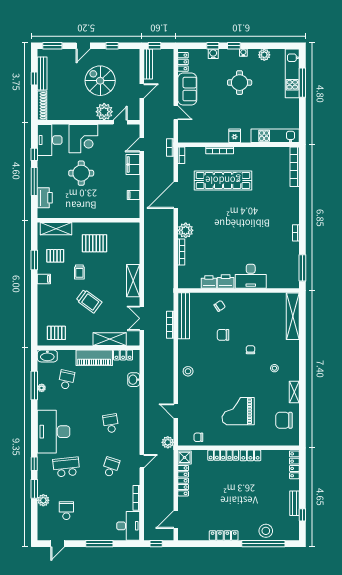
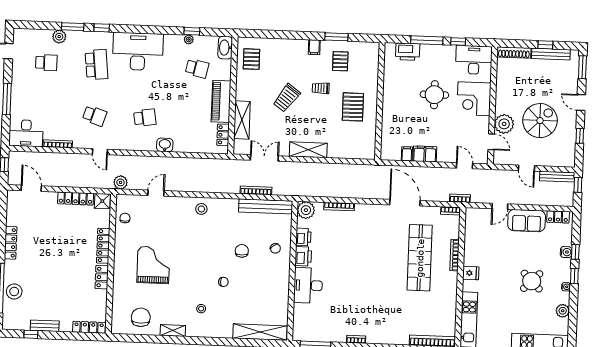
round table: (240, 83) -> (532, 281), turned 45
filing cabinet: (133, 164) -> (425, 154), moved
shelving: (56, 229) -> (372, 63), removed
plant: (186, 230) -> (306, 210), moved
washbasin: (134, 380) -> (165, 145), moved
window: (34, 385) -> (192, 31), width x0.46

